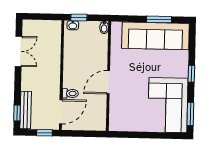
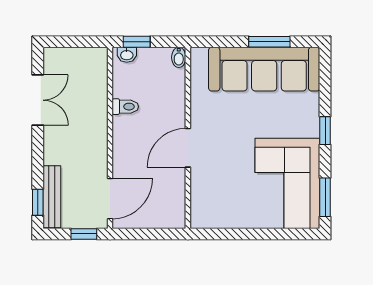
toilet: (70, 93) -> (125, 107), moved

